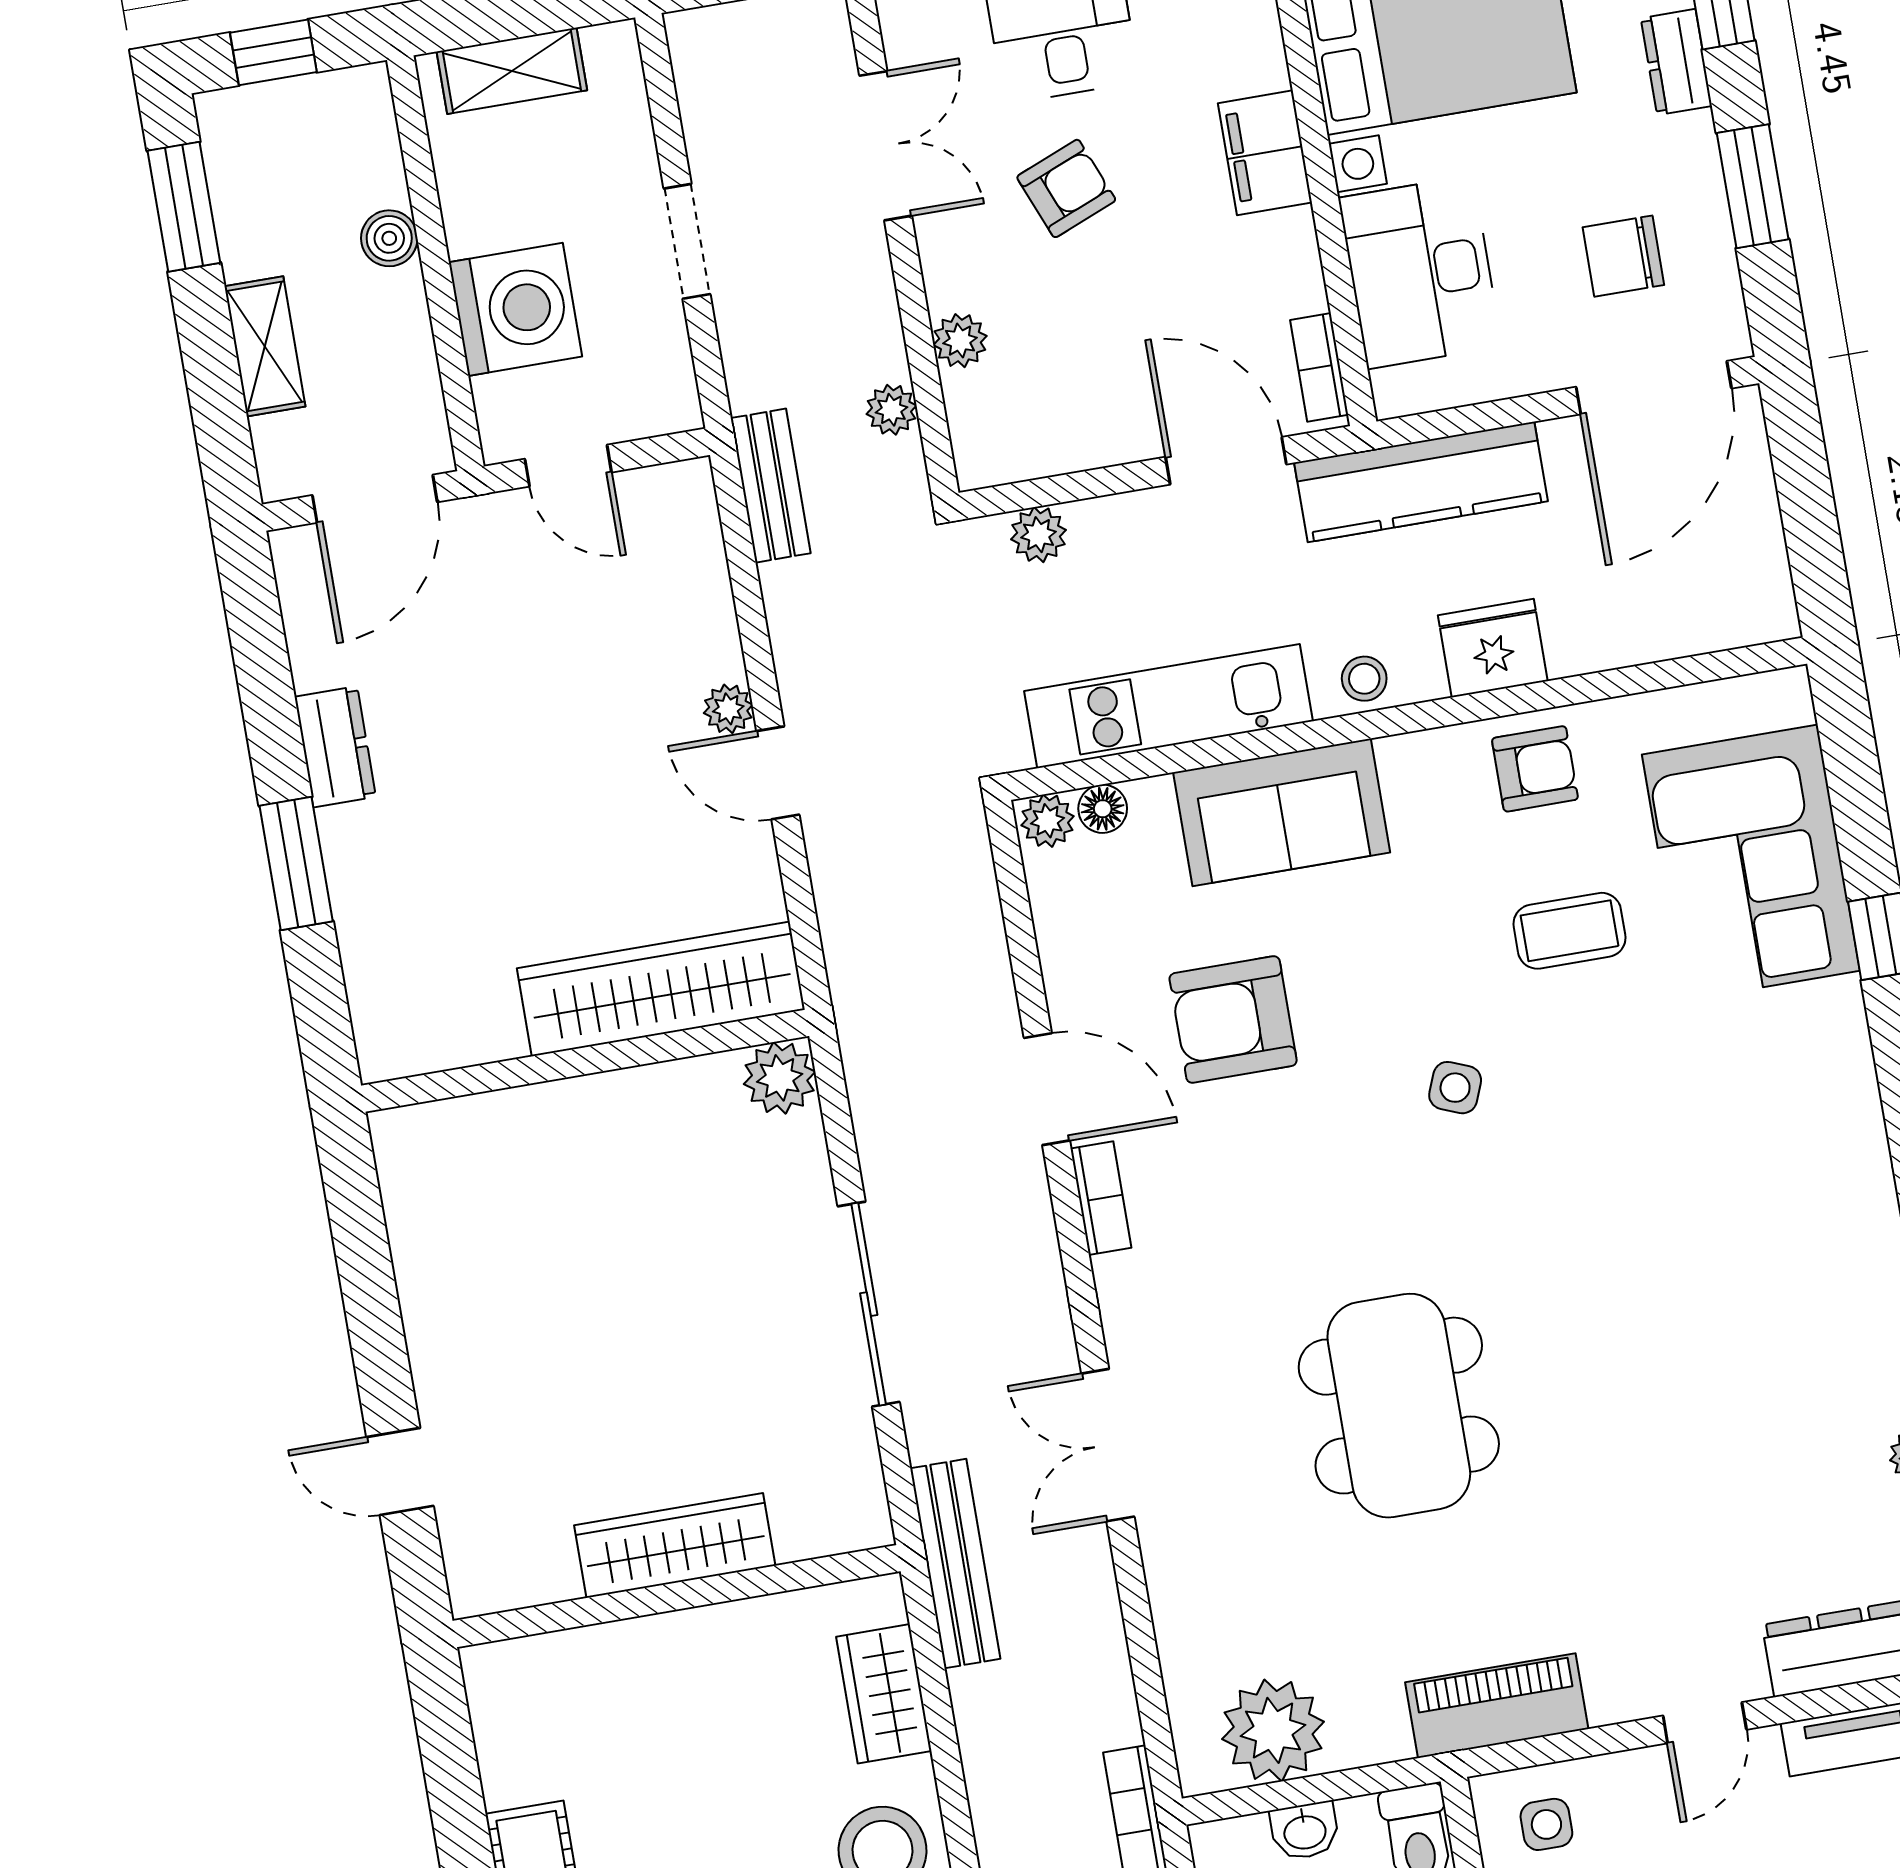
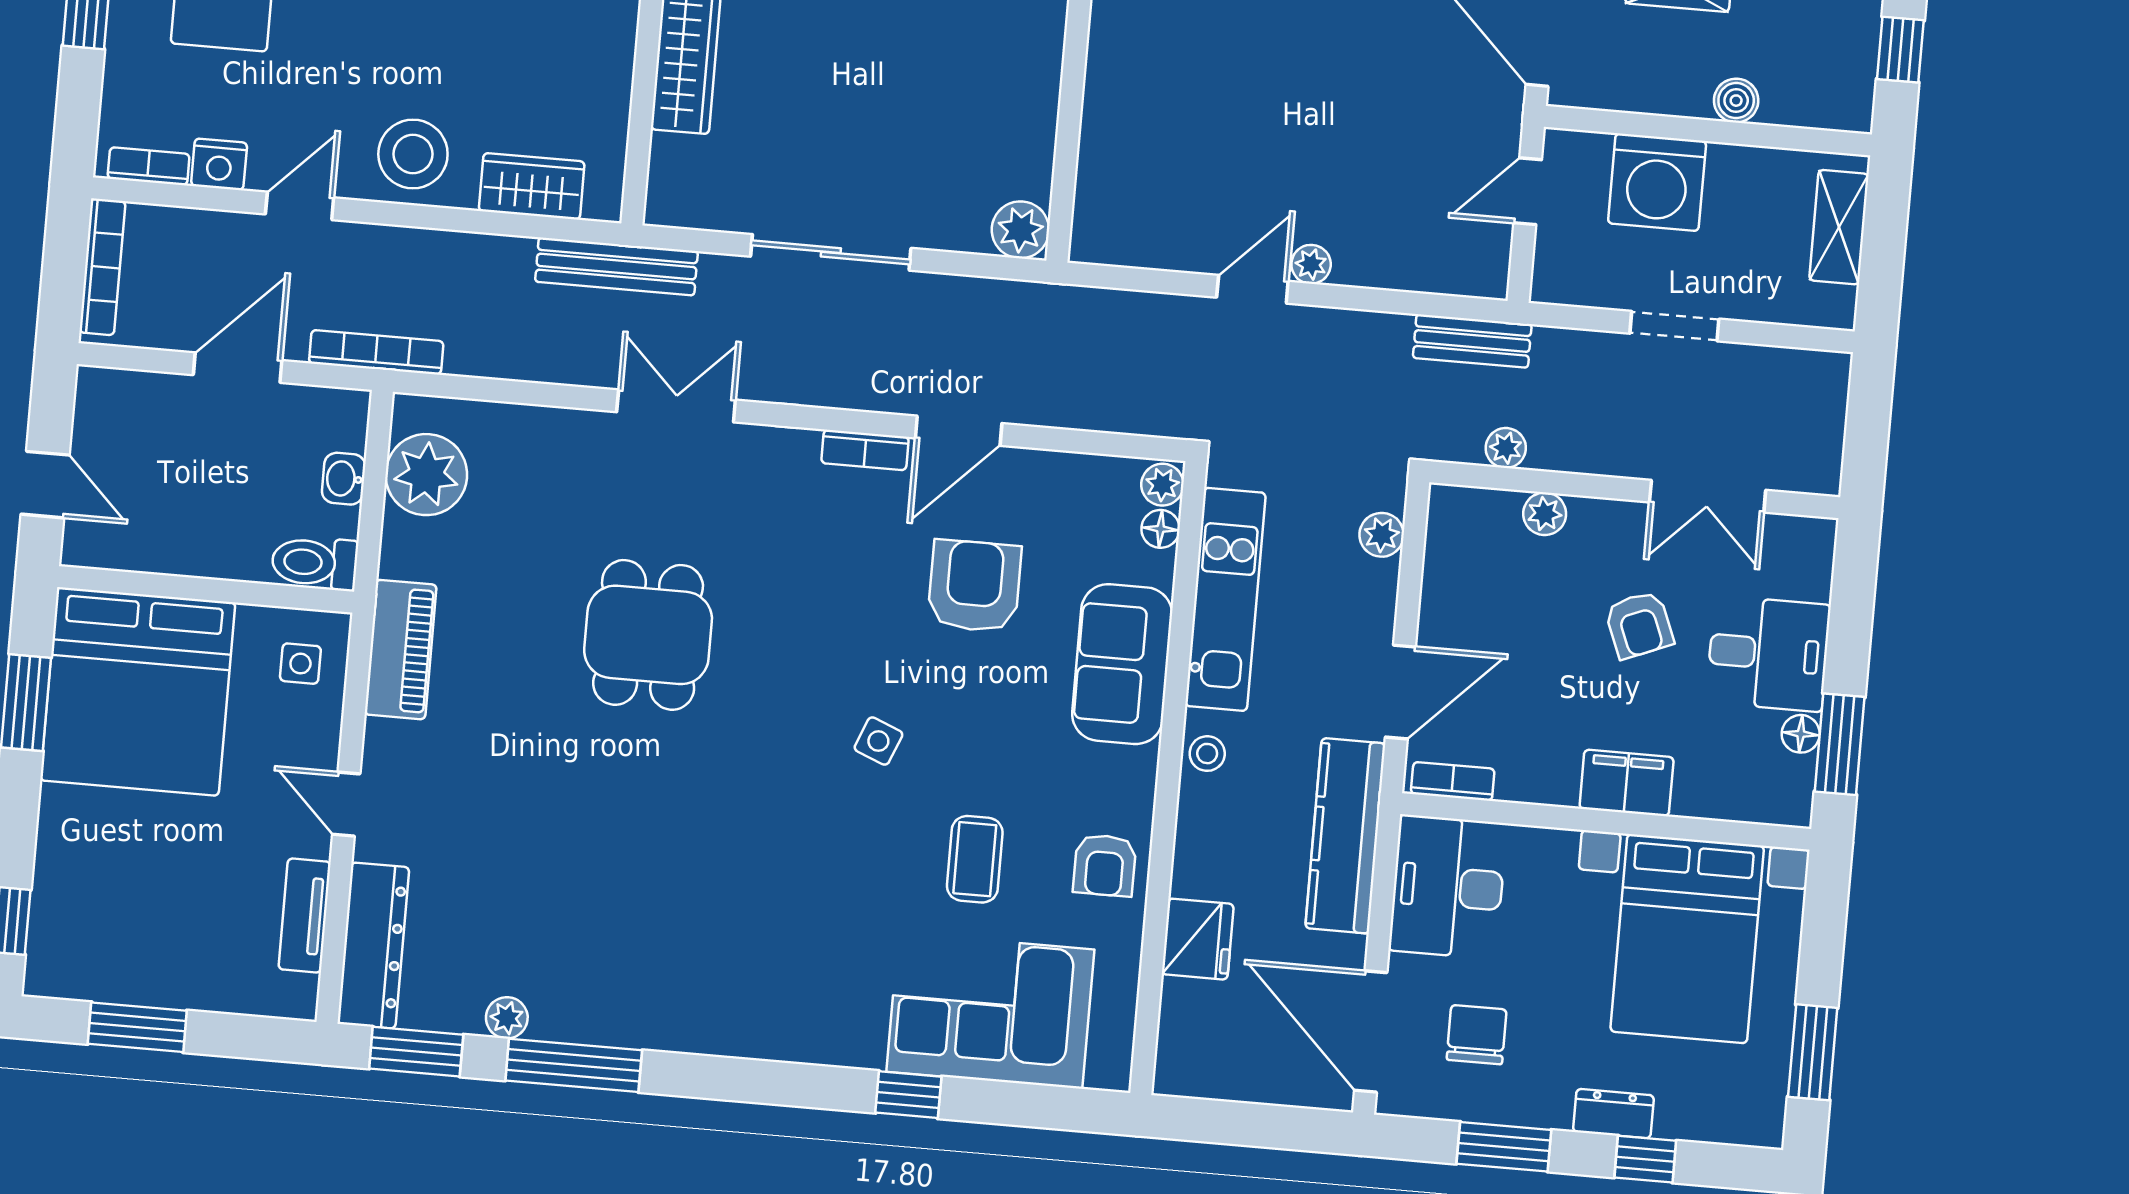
desk: (1420, 272) -> (1448, 887), moved, turned -90
fridge: (1493, 648) -> (1198, 939), moved
wardrobe: (661, 989) -> (1112, 157), removed
dining table: (1399, 1406) -> (648, 635), width x0.73

